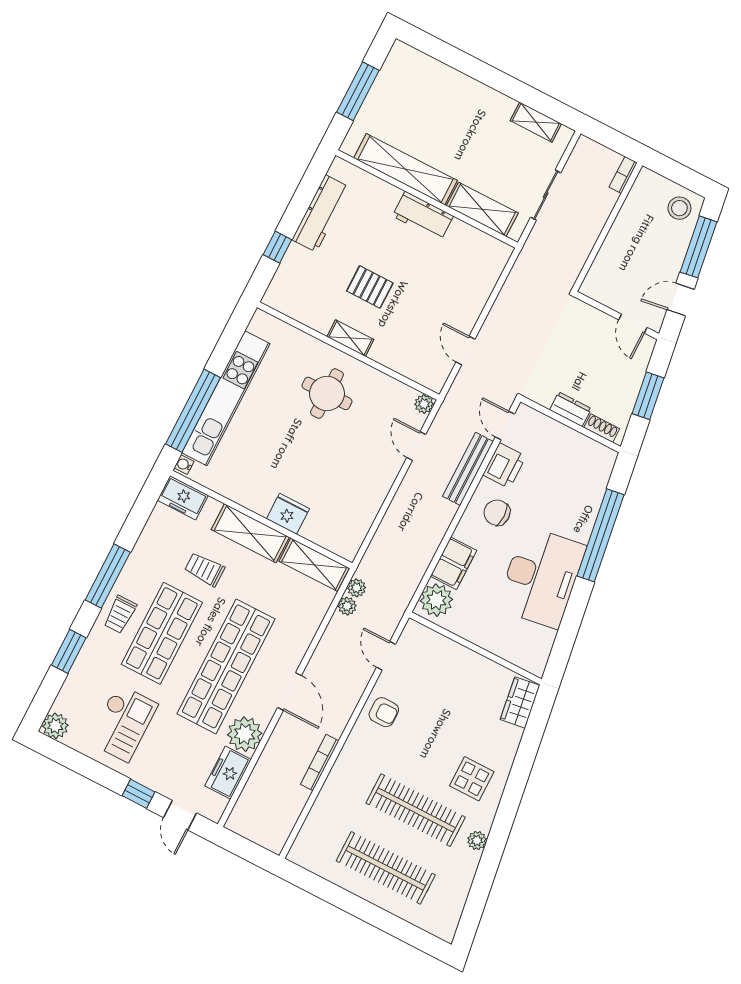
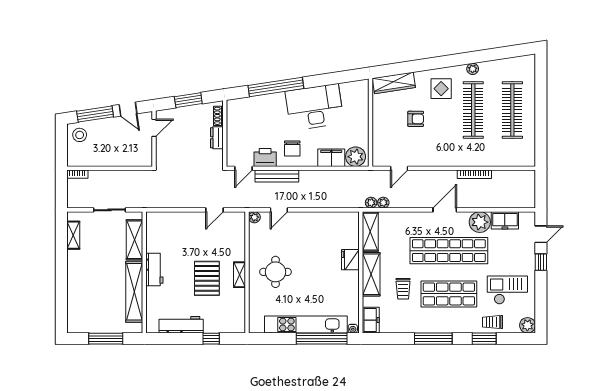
pallet: (370, 287) -> (207, 278), width x1.50, depth x1.42
trolley: (120, 614) -> (493, 322), moved, turned 180
wardrobe: (520, 702) -> (394, 83), width x1.50
armchair: (384, 712) -> (416, 119), moved, turned 90

